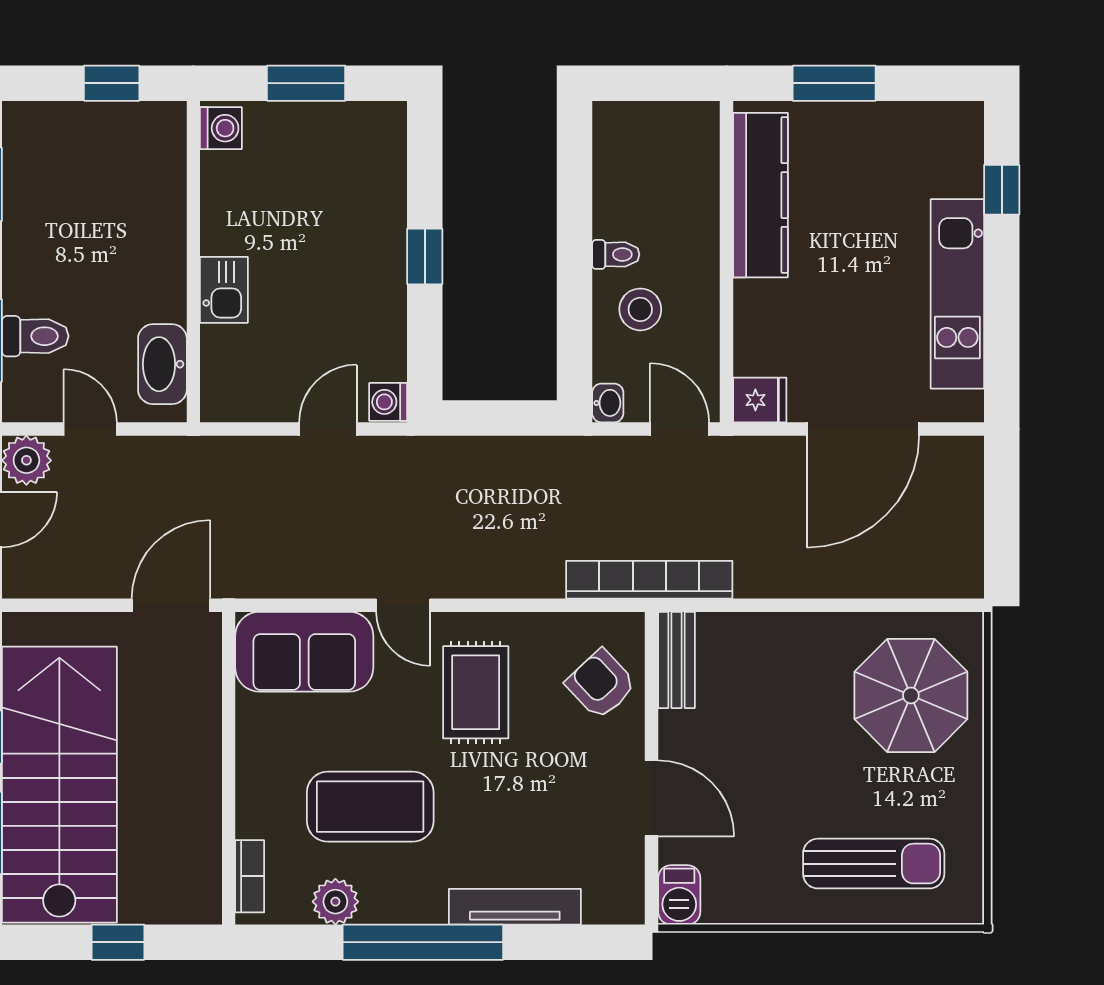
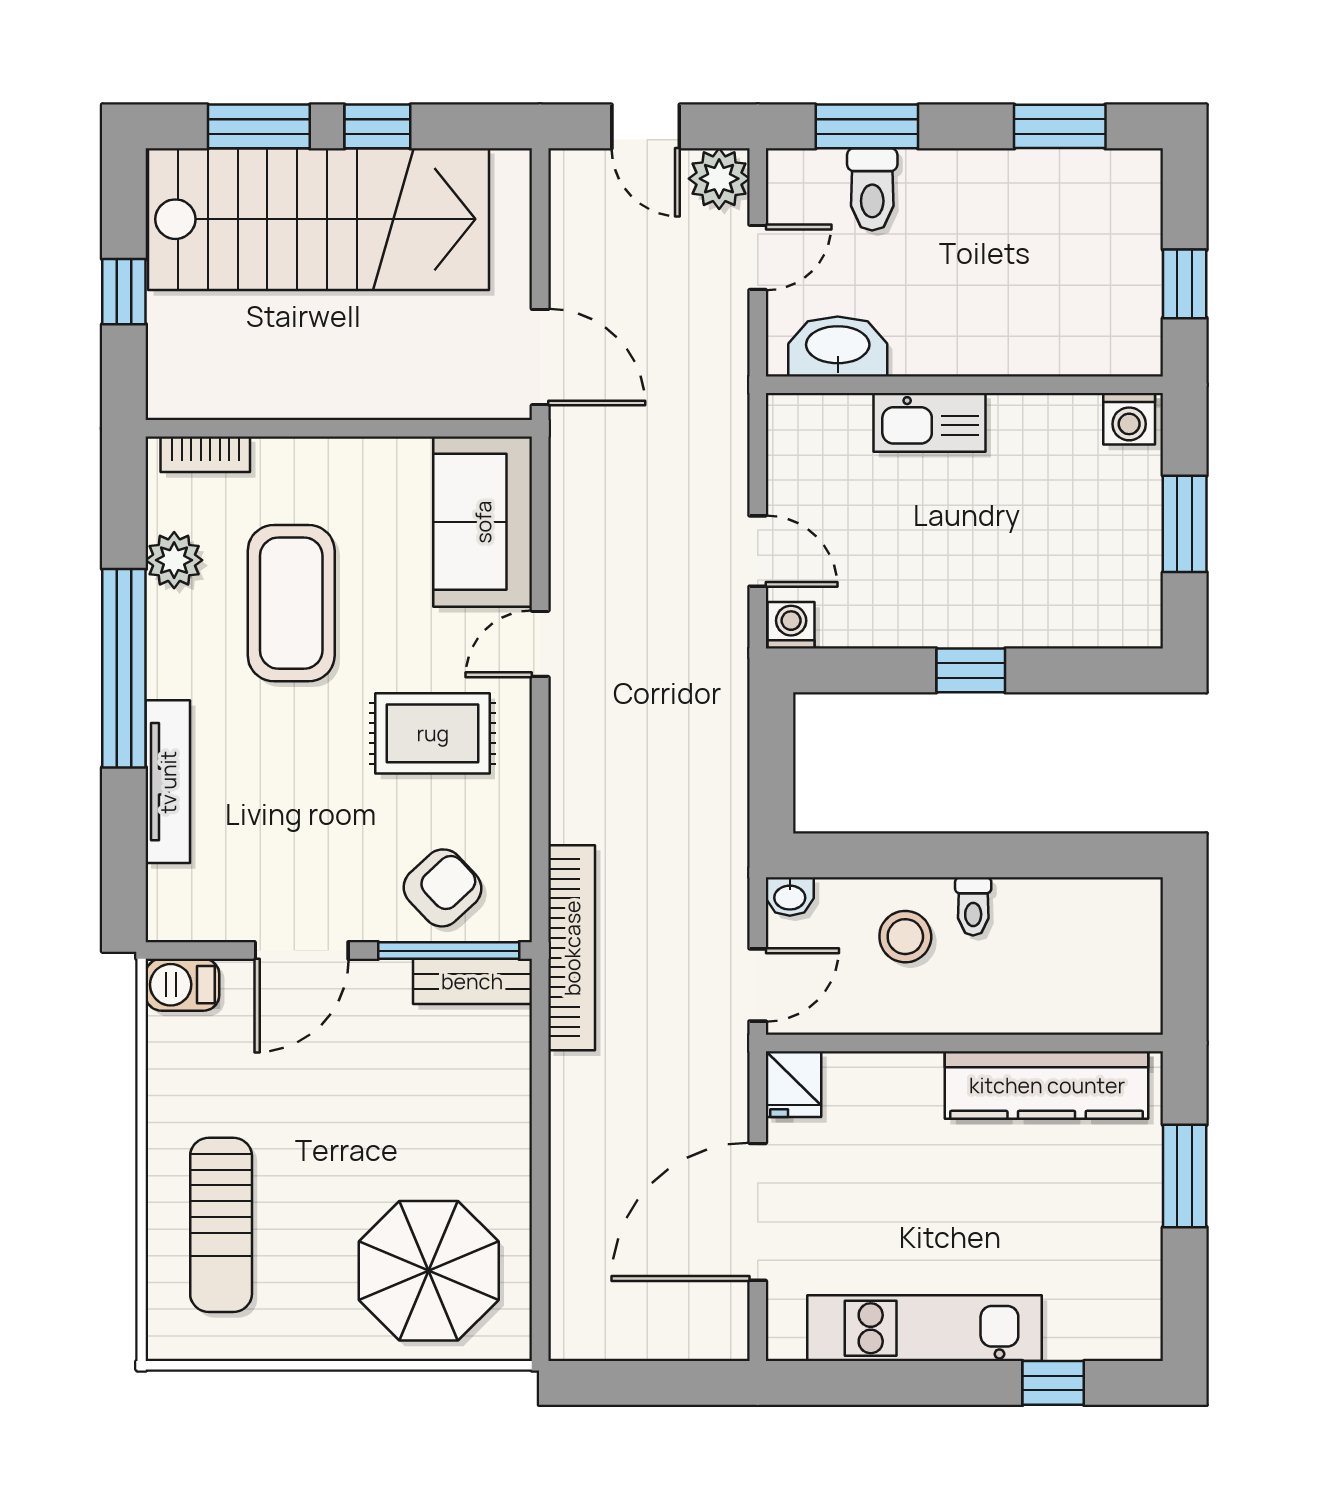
kitchen sink: (224, 290) -> (930, 422), width x1.38
door: (863, 429) -> (758, 1212), hinge flipped
window: (652, 679) -> (449, 951), added

